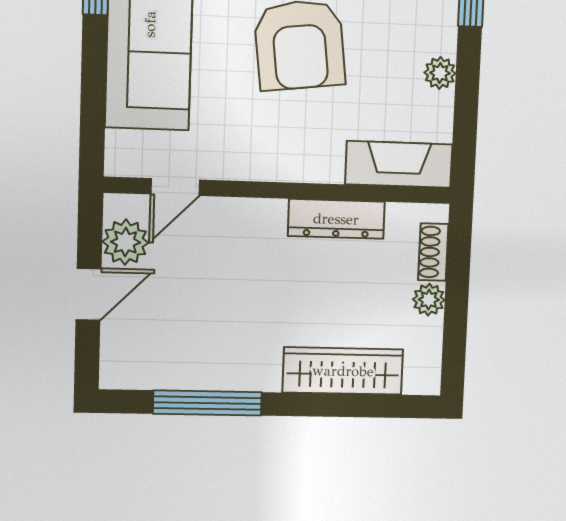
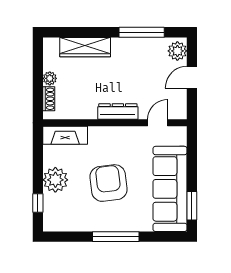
plant: (440, 73) -> (55, 180), width x1.88, depth x1.88
dresser: (336, 219) -> (118, 112), moved
plant: (125, 242) -> (177, 51), moved

